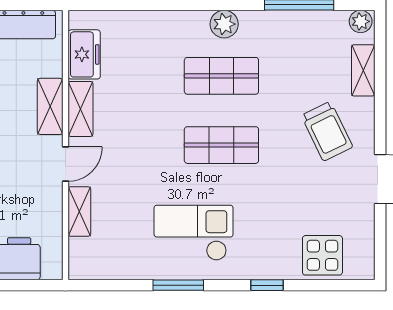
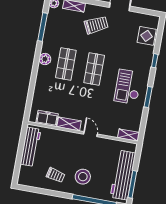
shelving: (50, 106) -> (66, 136), removed
shelving: (79, 212) -> (129, 135), moved

